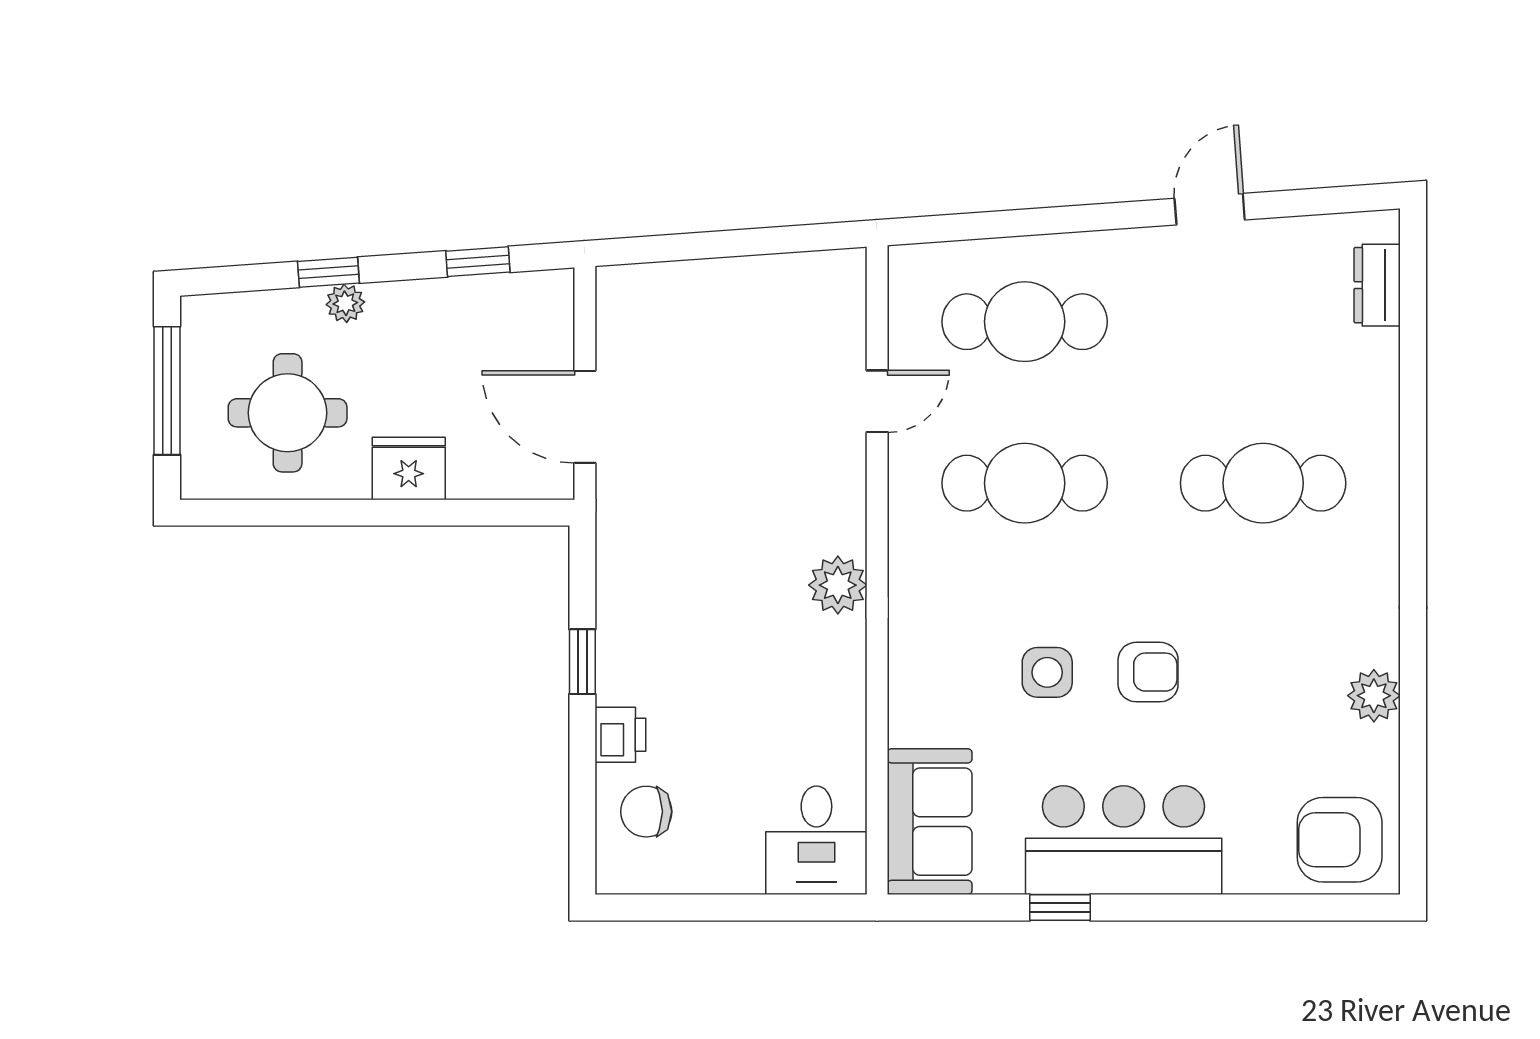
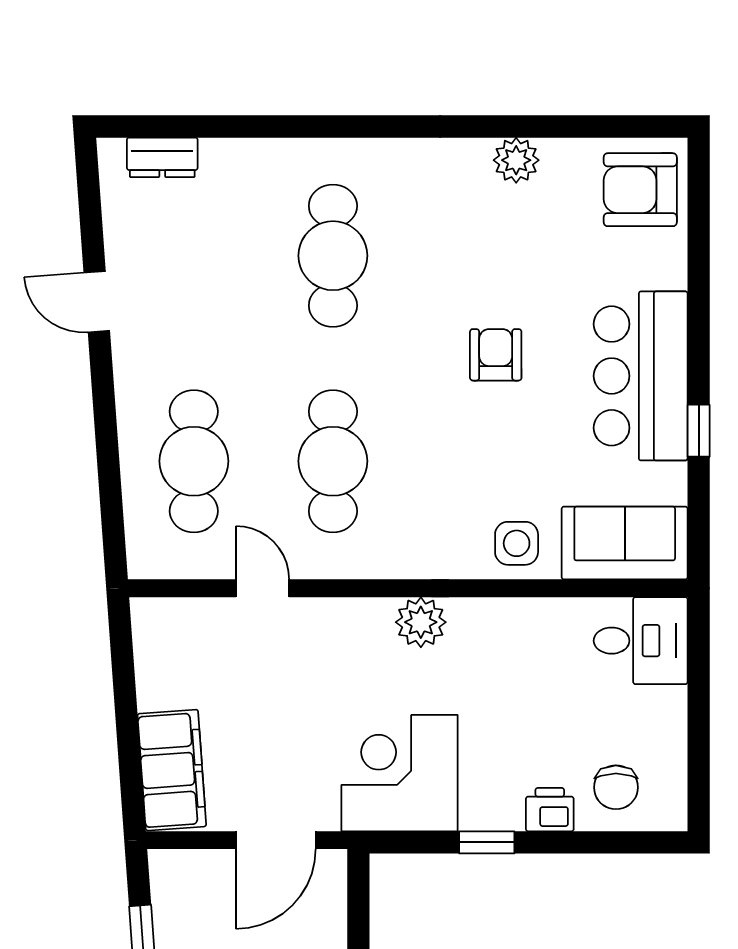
filing cabinet: (666, 296) -> (172, 770), added
corner desk: (663, 560) -> (400, 773), added
side table: (1047, 672) -> (517, 543), moved
armchair: (1340, 840) -> (640, 190), turned 90

